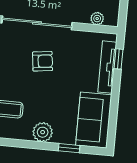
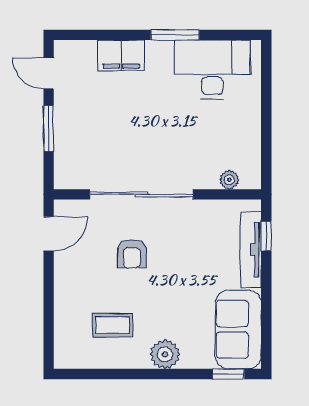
armchair: (43, 61) -> (132, 254), moved, turned 97
window: (69, 148) -> (228, 374), moved

